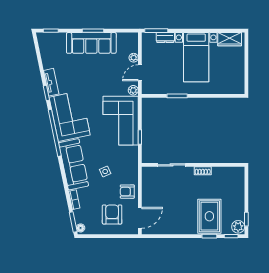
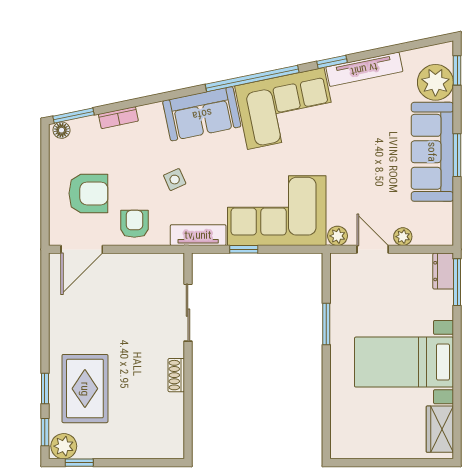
dresser: (165, 38) -> (443, 271), moved
plant: (57, 41) -> (435, 82), added
tv unit: (51, 82) -> (364, 69), width x1.41
tv unit: (133, 160) -> (198, 235), added
sofa: (74, 164) -> (202, 114), width x0.73
rug: (209, 216) -> (85, 389), turned 90
door: (140, 218) -> (82, 249), hinge flipped

